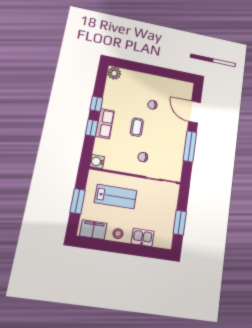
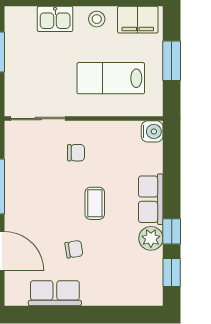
plant: (114, 73) -> (151, 238), moved
row of seats: (166, 84) -> (55, 293), added
window: (92, 128) -> (172, 272), moved

